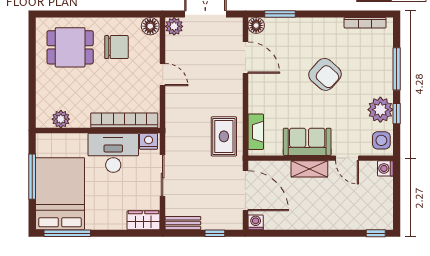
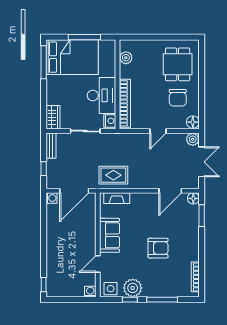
armchair: (325, 74) -> (158, 248), turned -132
shelving: (309, 169) -> (90, 237), removed

